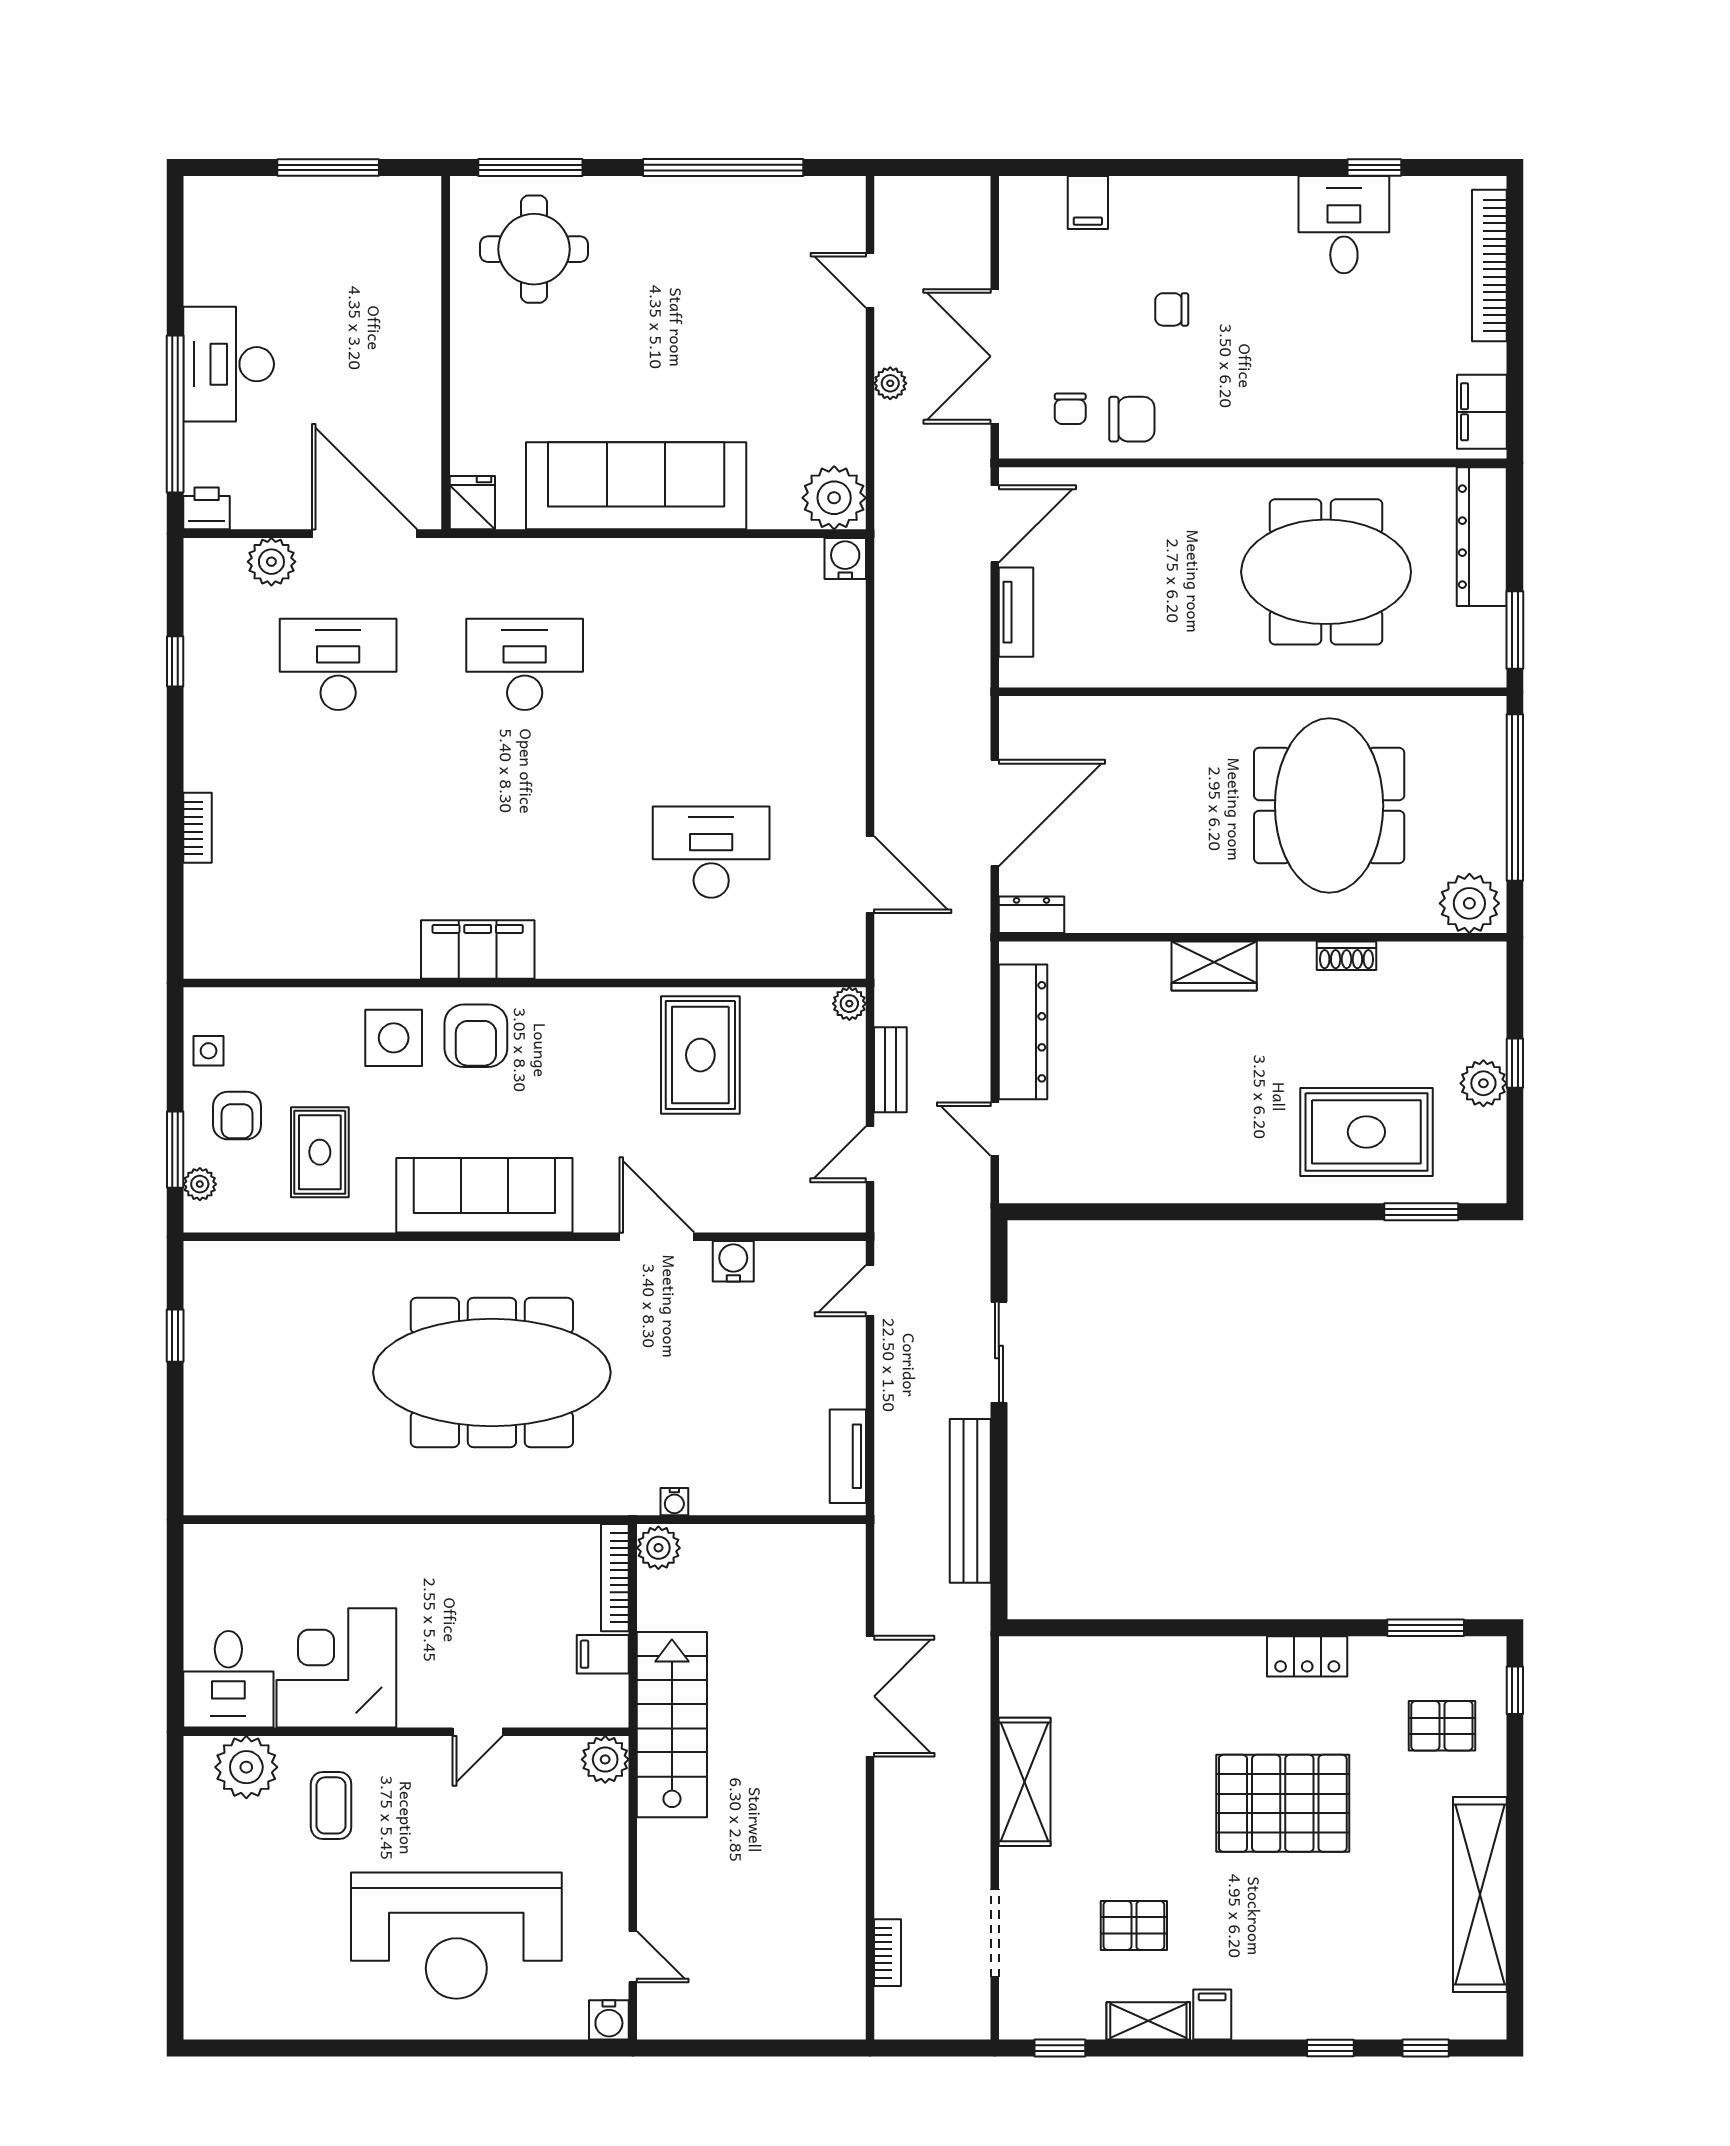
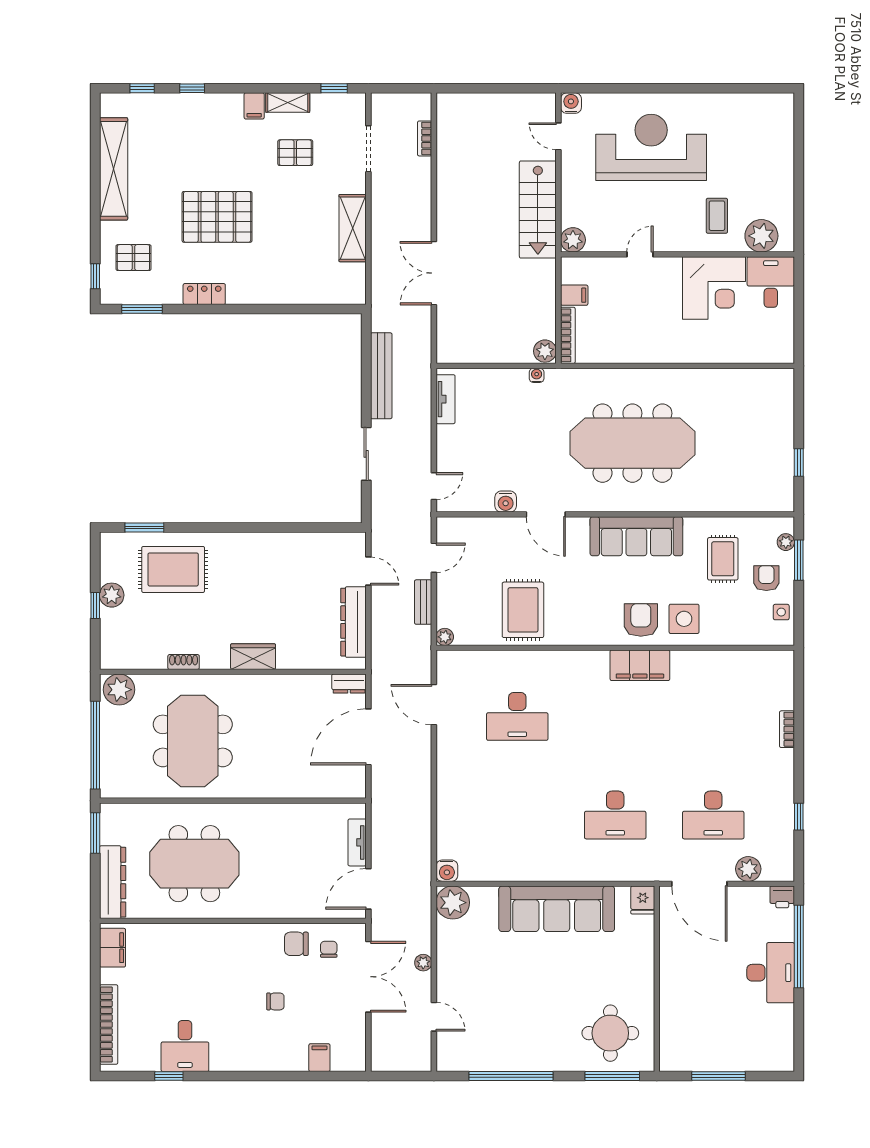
stairs: (672, 1725) -> (538, 210), moved

